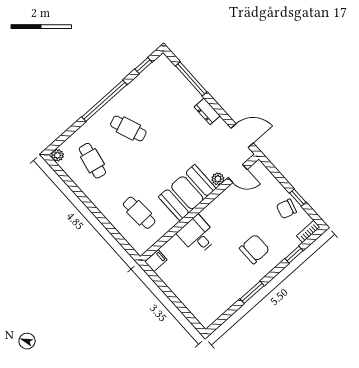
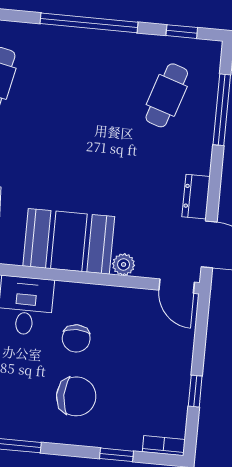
dresser: (207, 111) -> (196, 197), moved
cafe table: (128, 128) -> (167, 95), moved, turned 39
door: (238, 174) -> (177, 286), moved
chair: (286, 209) -> (76, 338), moved, turned -106

